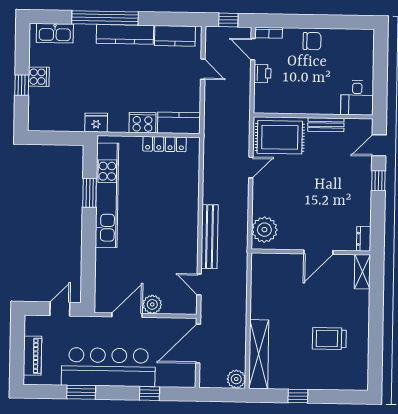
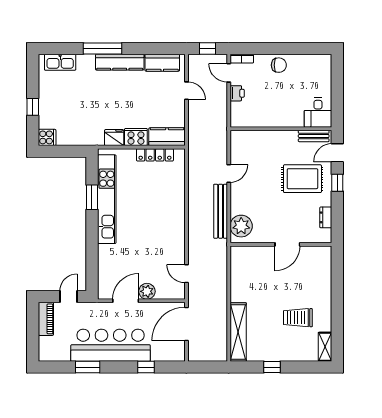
window: (105, 18) -> (103, 48), width x0.68
cooker: (39, 77) -> (47, 137), moved
fridge: (96, 123) -> (114, 138), moved
bench: (326, 125) -> (314, 136), moved
rug: (280, 137) -> (302, 179), moved
bench: (210, 237) -> (221, 211), moved
dresser: (364, 239) -> (326, 217), moved
shelving: (362, 272) -> (325, 347), moved
piano: (32, 356) -> (46, 319), moved
plant: (236, 379) -> (219, 353), removed

